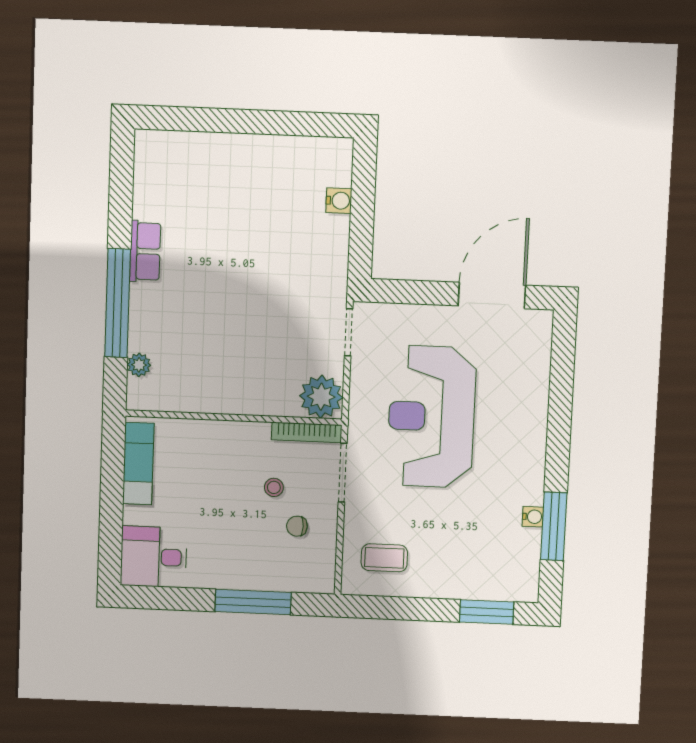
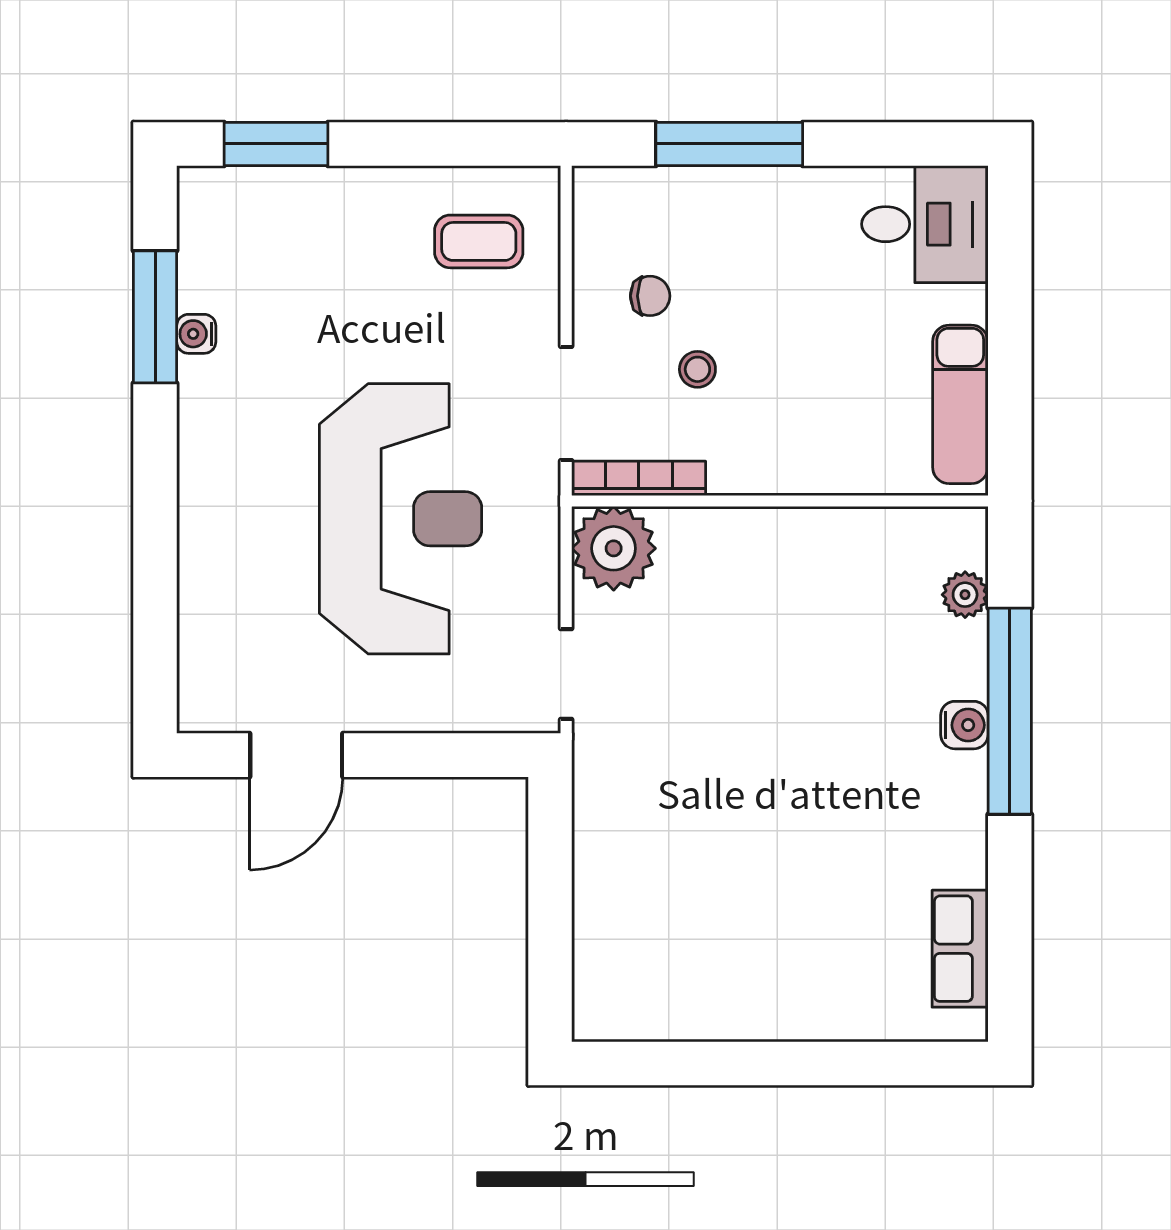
water cooler: (339, 201) -> (964, 725), moved, turned 180
row of seats: (145, 251) -> (960, 949), moved
door: (492, 296) -> (296, 755), width x0.73

